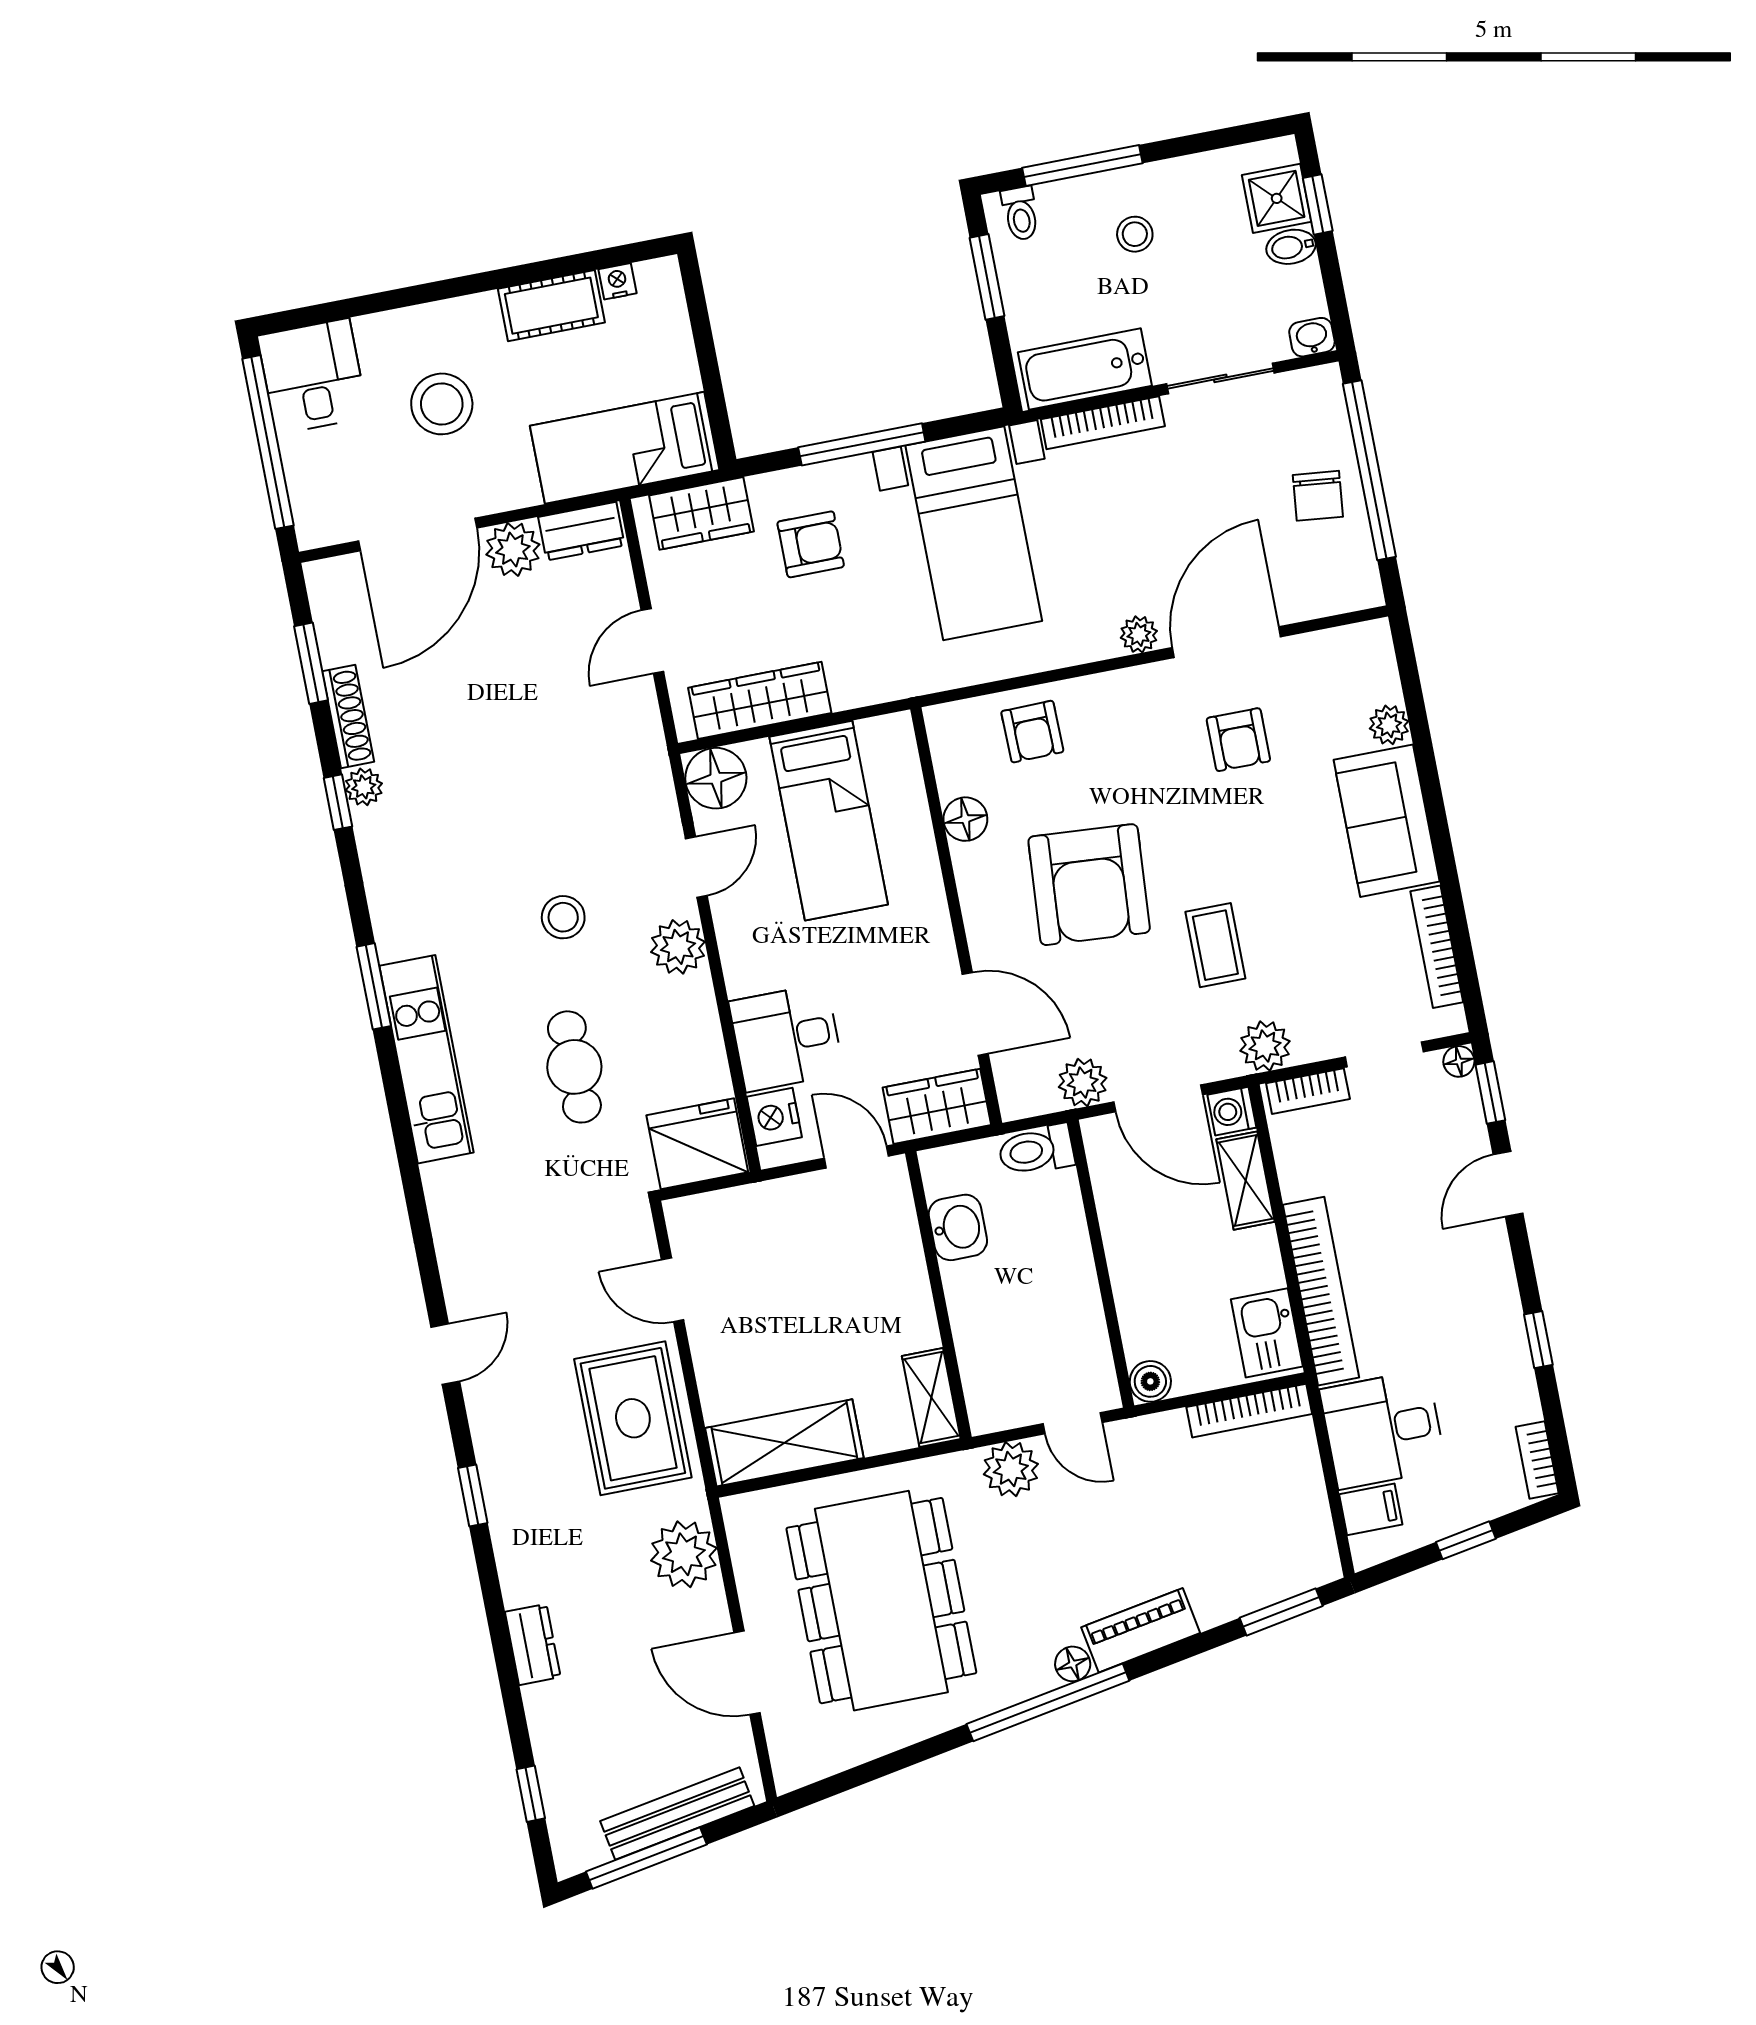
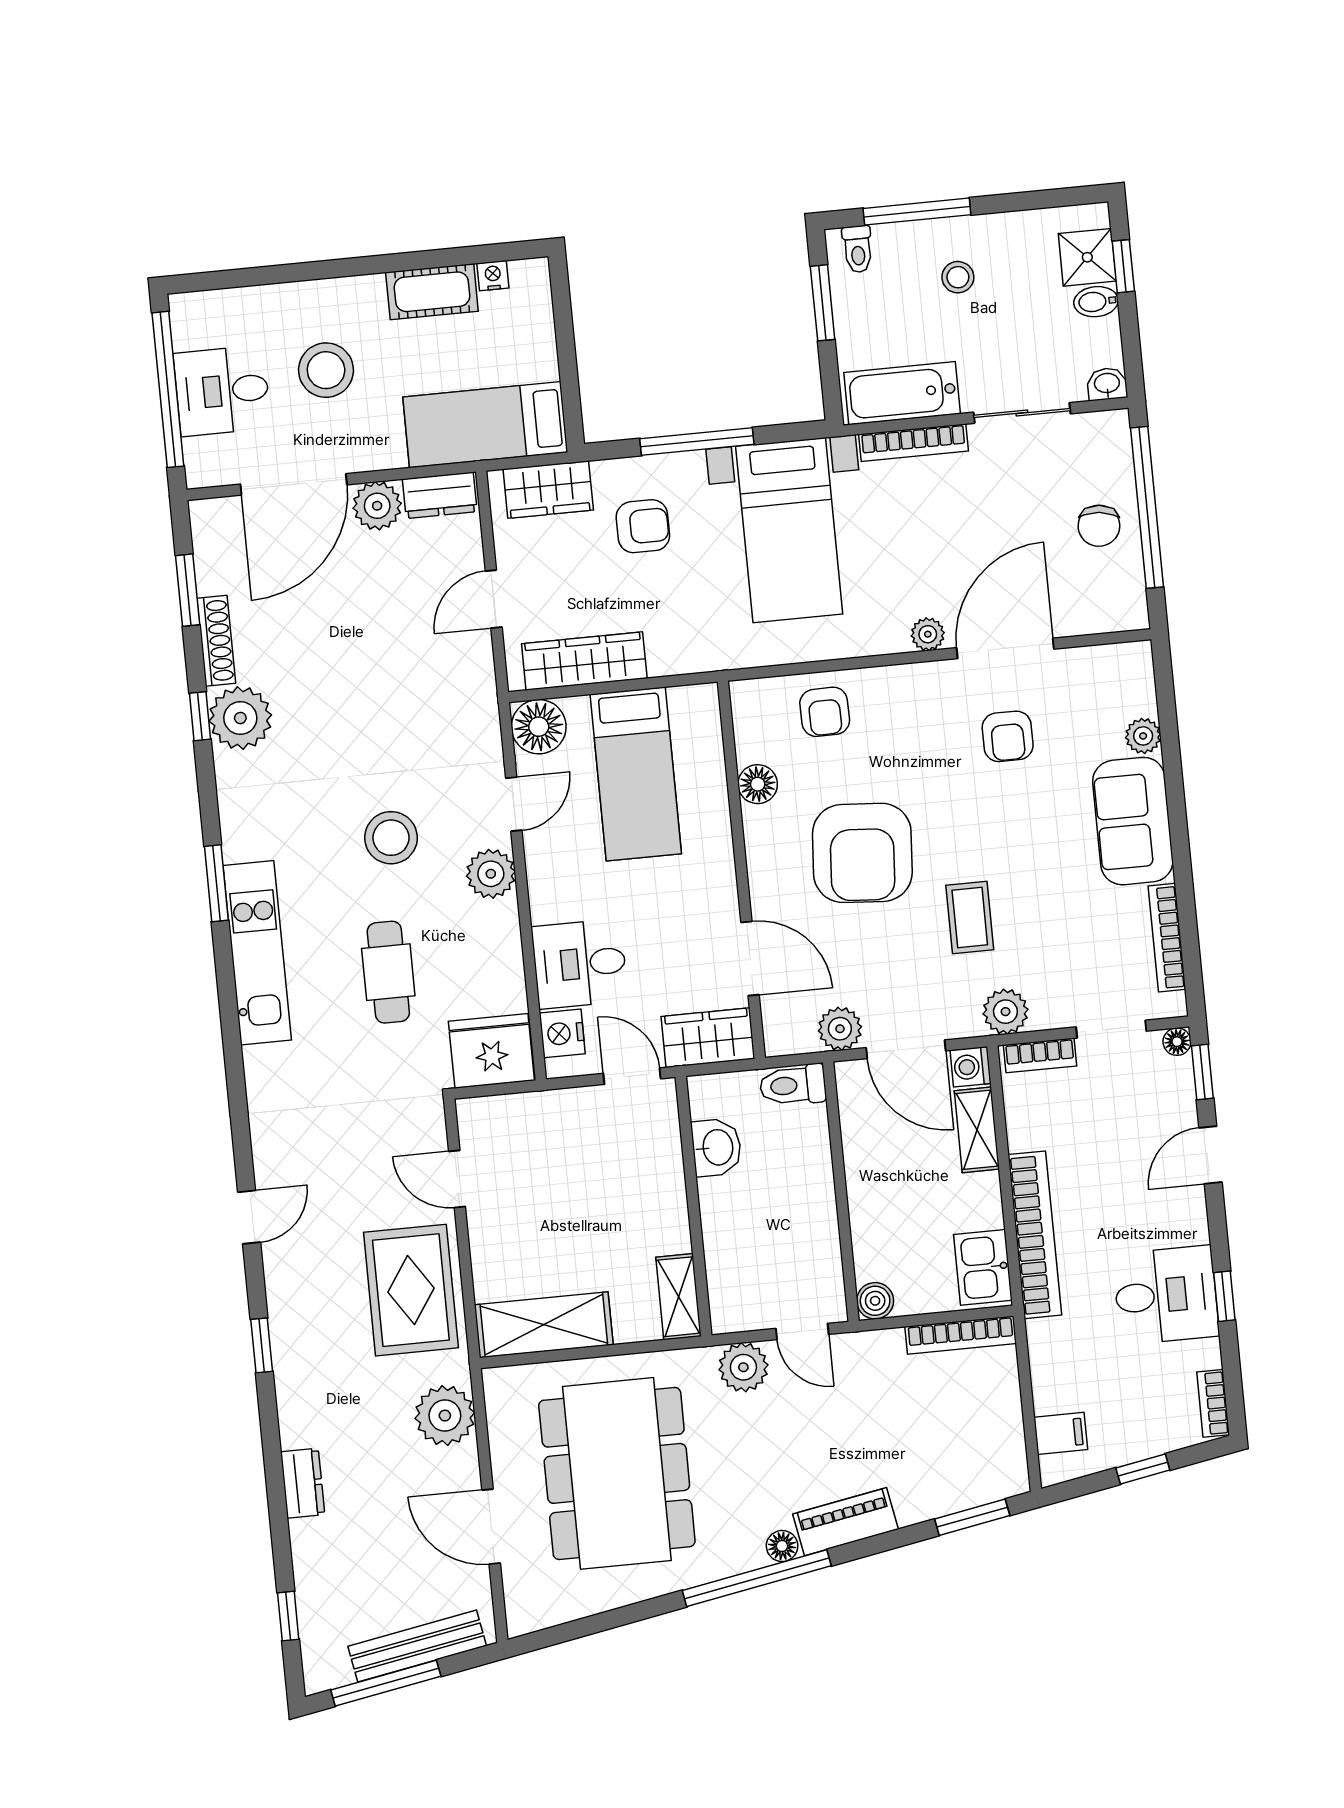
desk: (313, 376) -> (222, 391), moved, turned -90
plant: (364, 787) -> (240, 718), width x1.87, depth x1.87
stool: (563, 917) -> (391, 838), width x1.38, depth x1.38
desk: (1383, 1429) -> (1166, 1295), moved, turned 180

